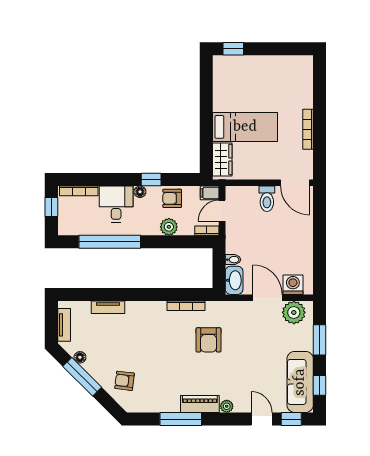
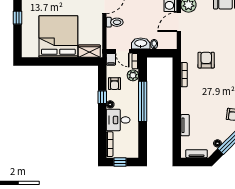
window: (233, 49) -> (17, 18), moved
bed: (245, 127) -> (58, 36), width x2.04
plant: (169, 227) -> (133, 75), moved
window: (110, 242) -> (143, 101), moved
washbasin: (234, 280) -> (141, 43), moved
armchair: (208, 340) -> (206, 60), turned -90

